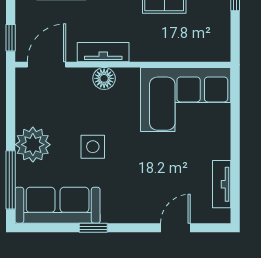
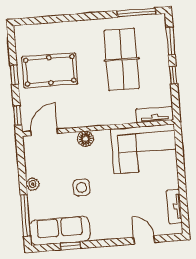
tv unit: (103, 52) -> (155, 115), moved
plant: (33, 145) -> (33, 184), width x0.53, depth x0.53
window: (93, 228) -> (70, 246), moved
door: (175, 228) -> (144, 240), hinge flipped

